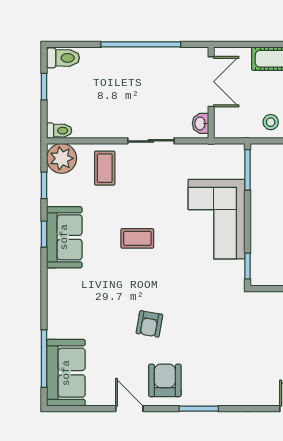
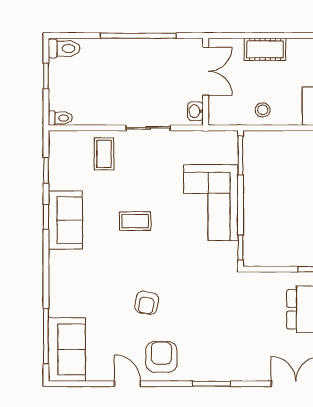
plant: (62, 158) -> (63, 145), removed
window: (199, 409) -> (211, 384), moved

